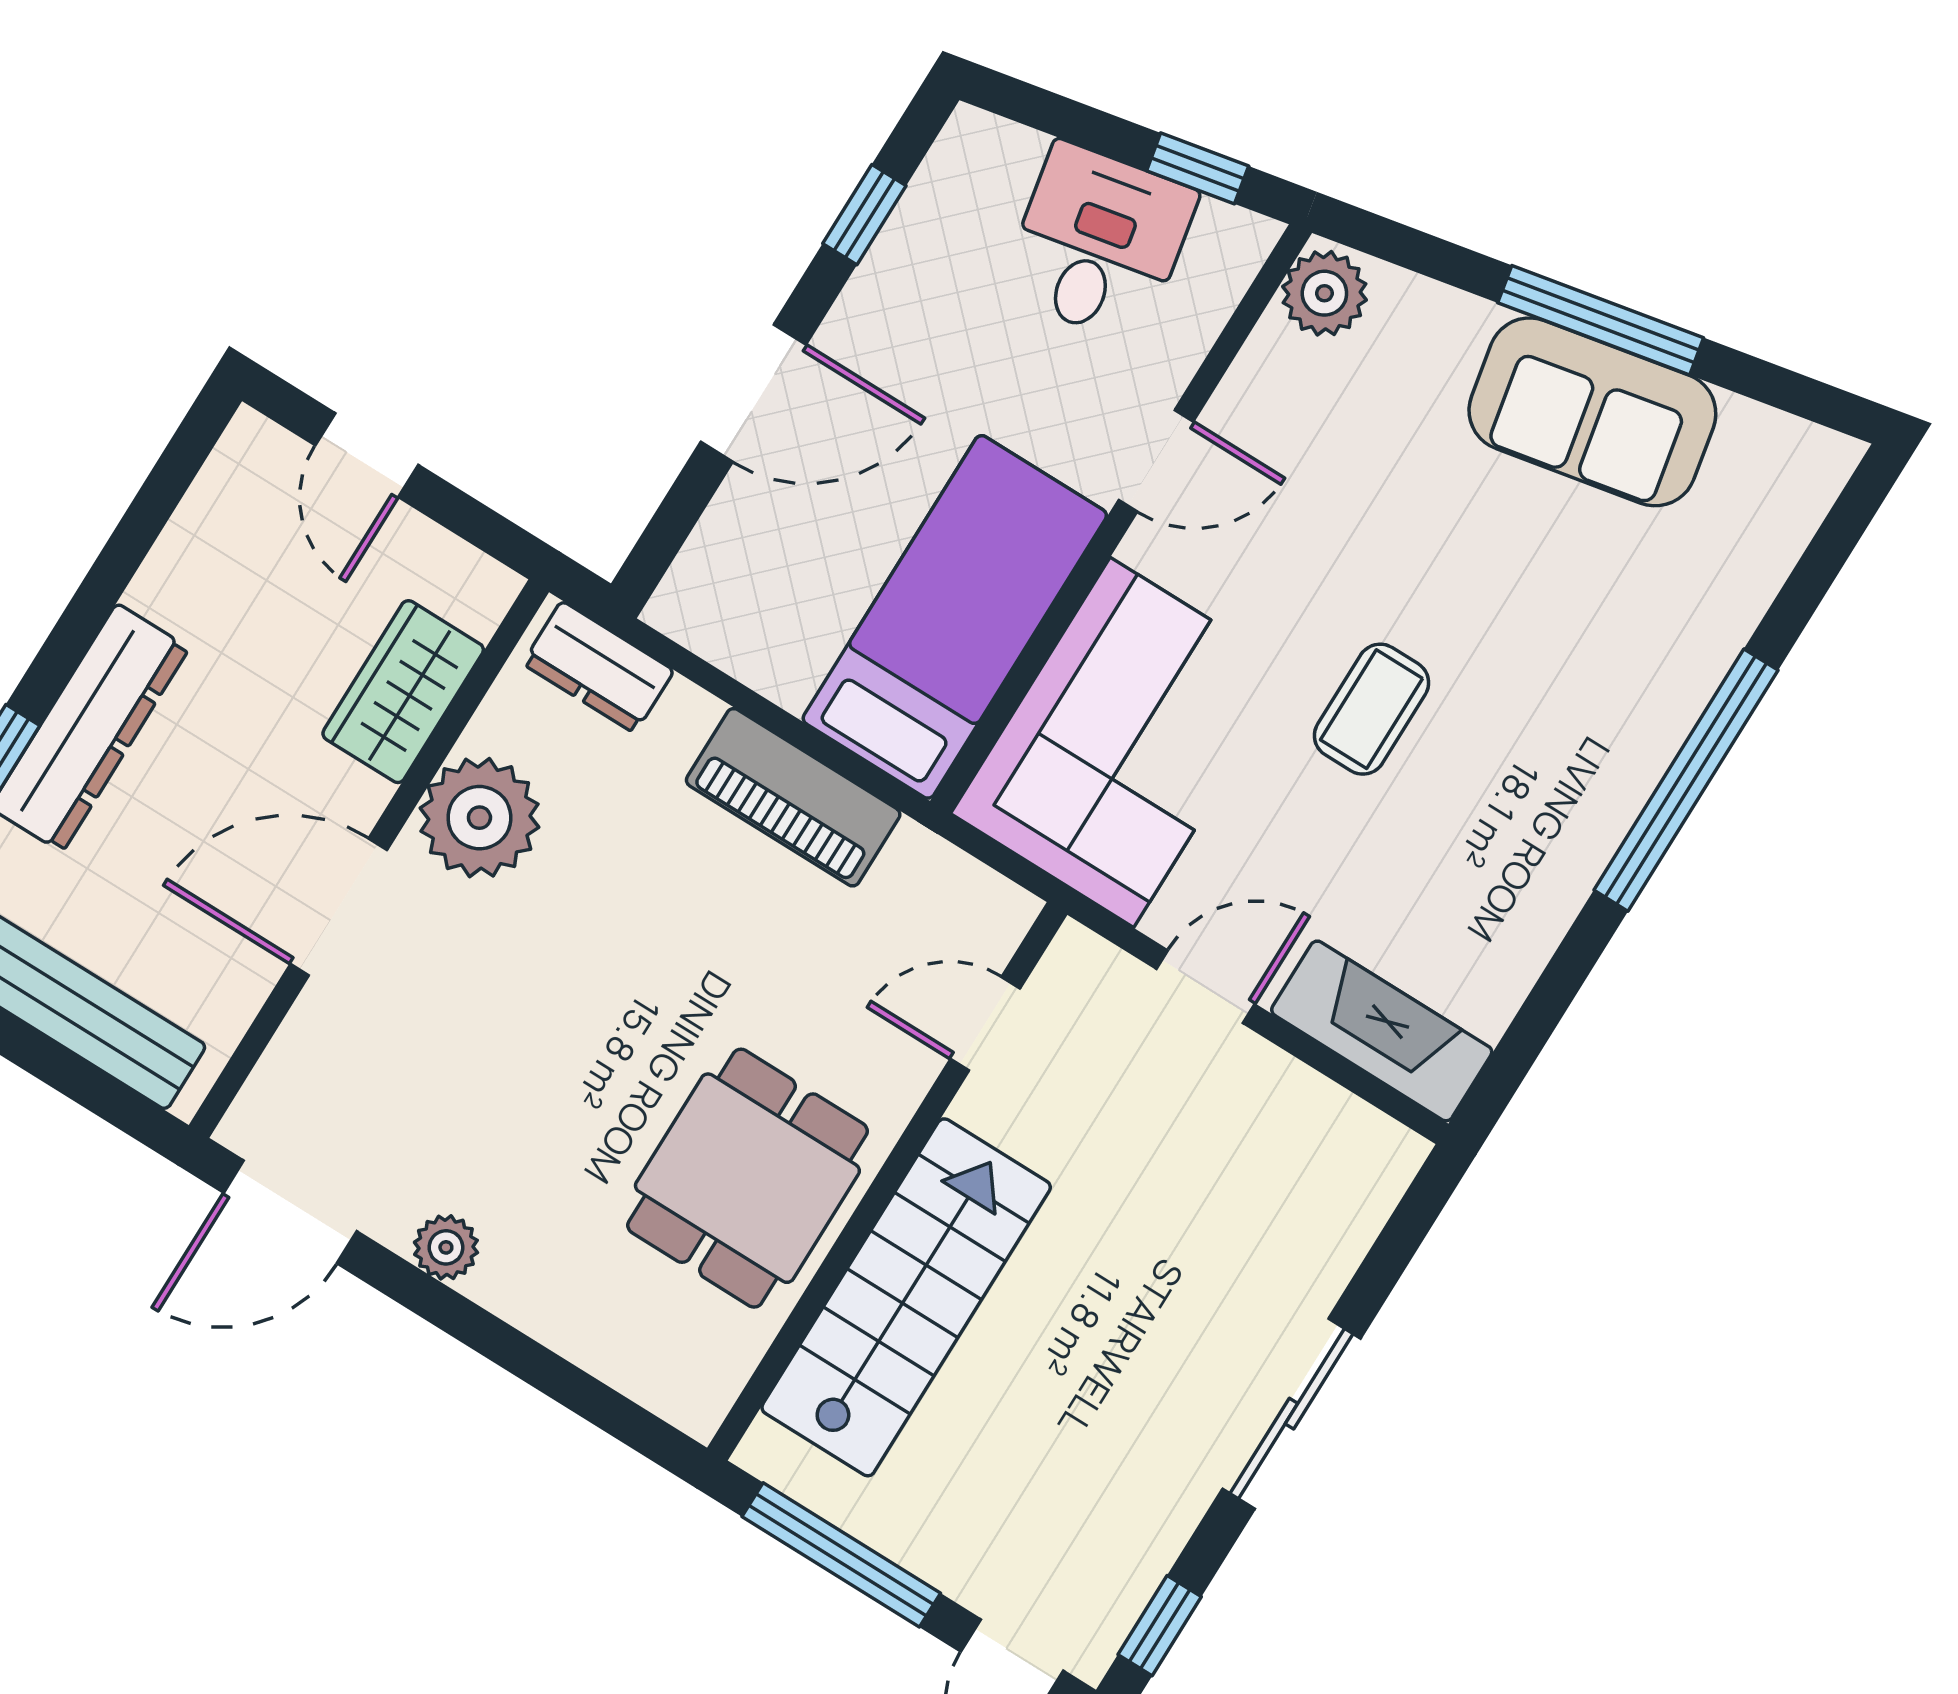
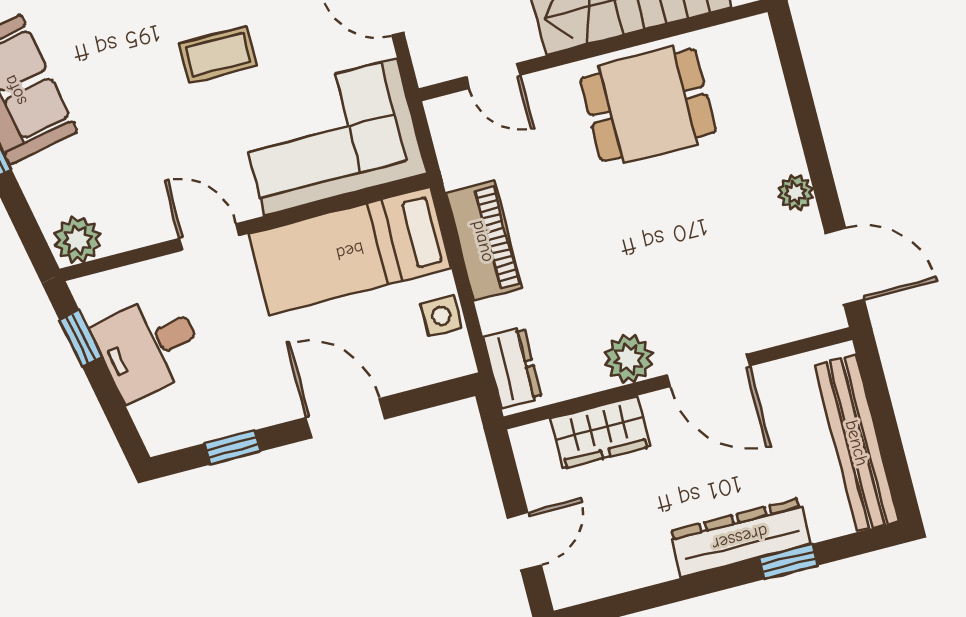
side table: (755, 646) -> (441, 316), added
plant: (479, 818) -> (629, 359), width x0.73, depth x0.73

